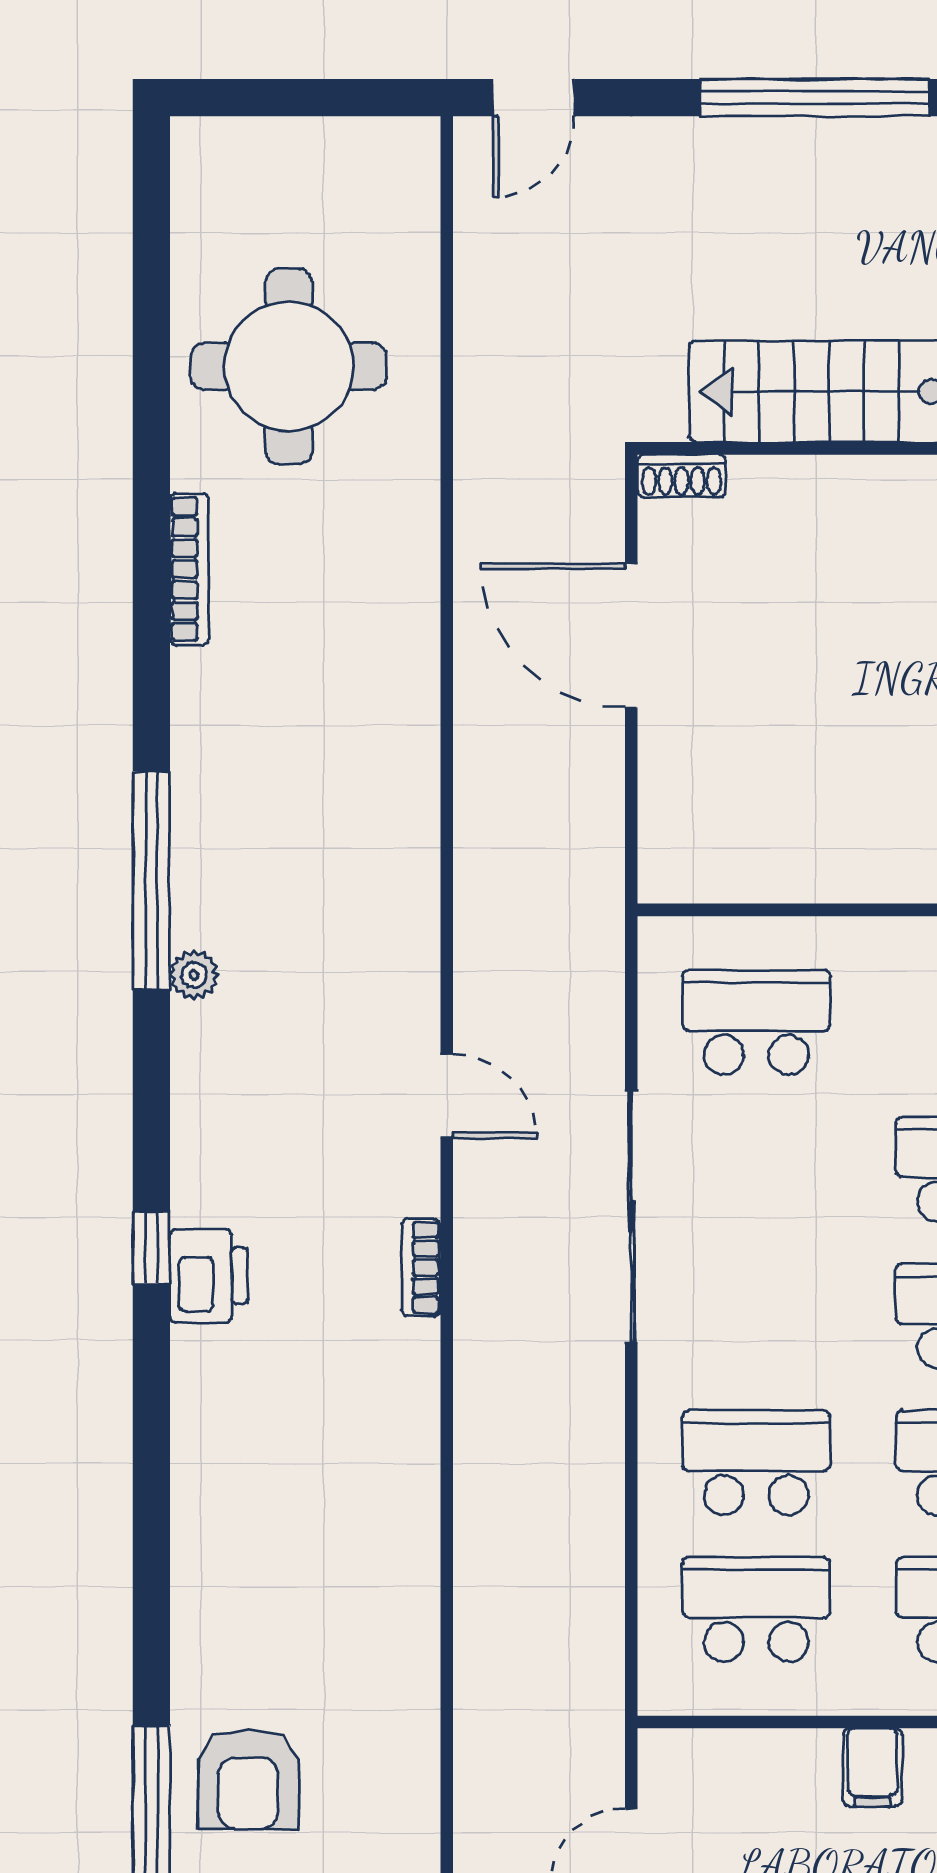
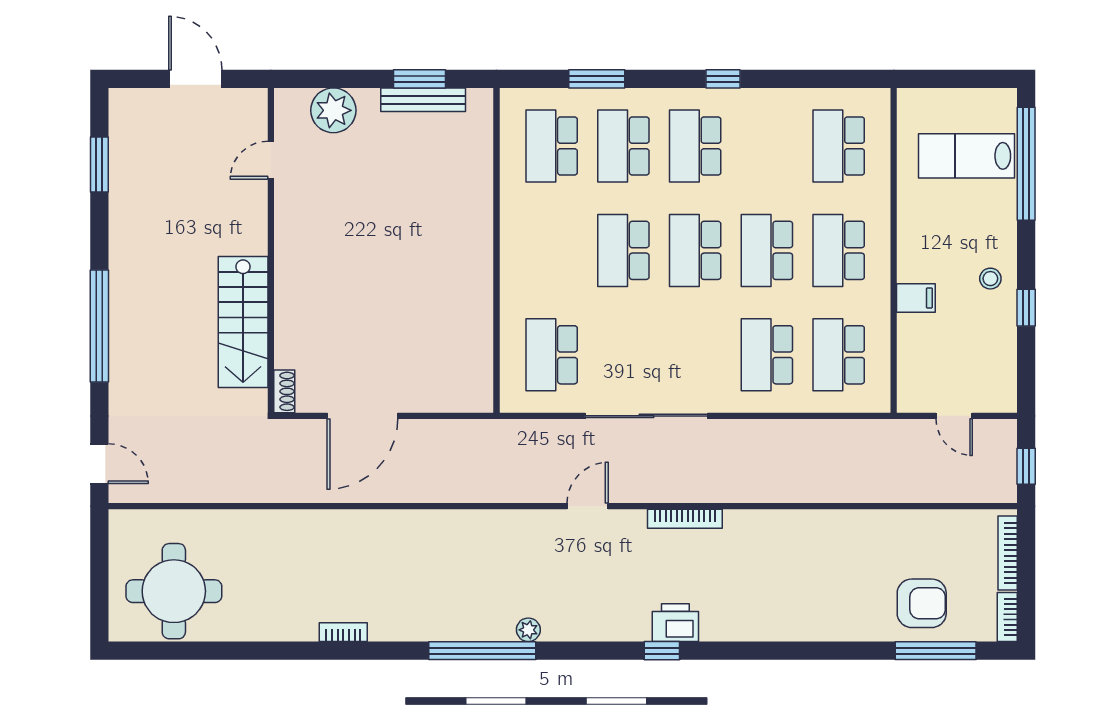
round table: (289, 366) -> (174, 591), moved
bookcase: (189, 569) -> (343, 632), width x0.64
bookcase: (421, 1268) -> (685, 519), width x1.56

